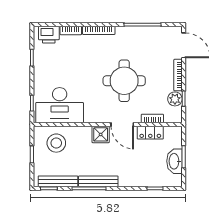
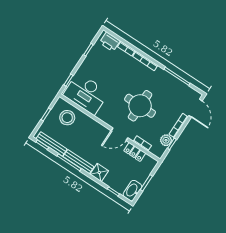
door: (122, 124) -> (120, 134), hinge flipped
shower: (101, 134) -> (99, 173), moved
washbasin: (174, 161) -> (133, 191), moved

